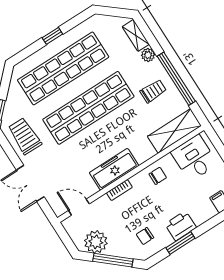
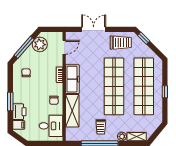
shelving: (174, 131) -> (72, 111), moved
printer: (181, 226) -> (19, 112), moved
window: (180, 243) -> (10, 101), moved

